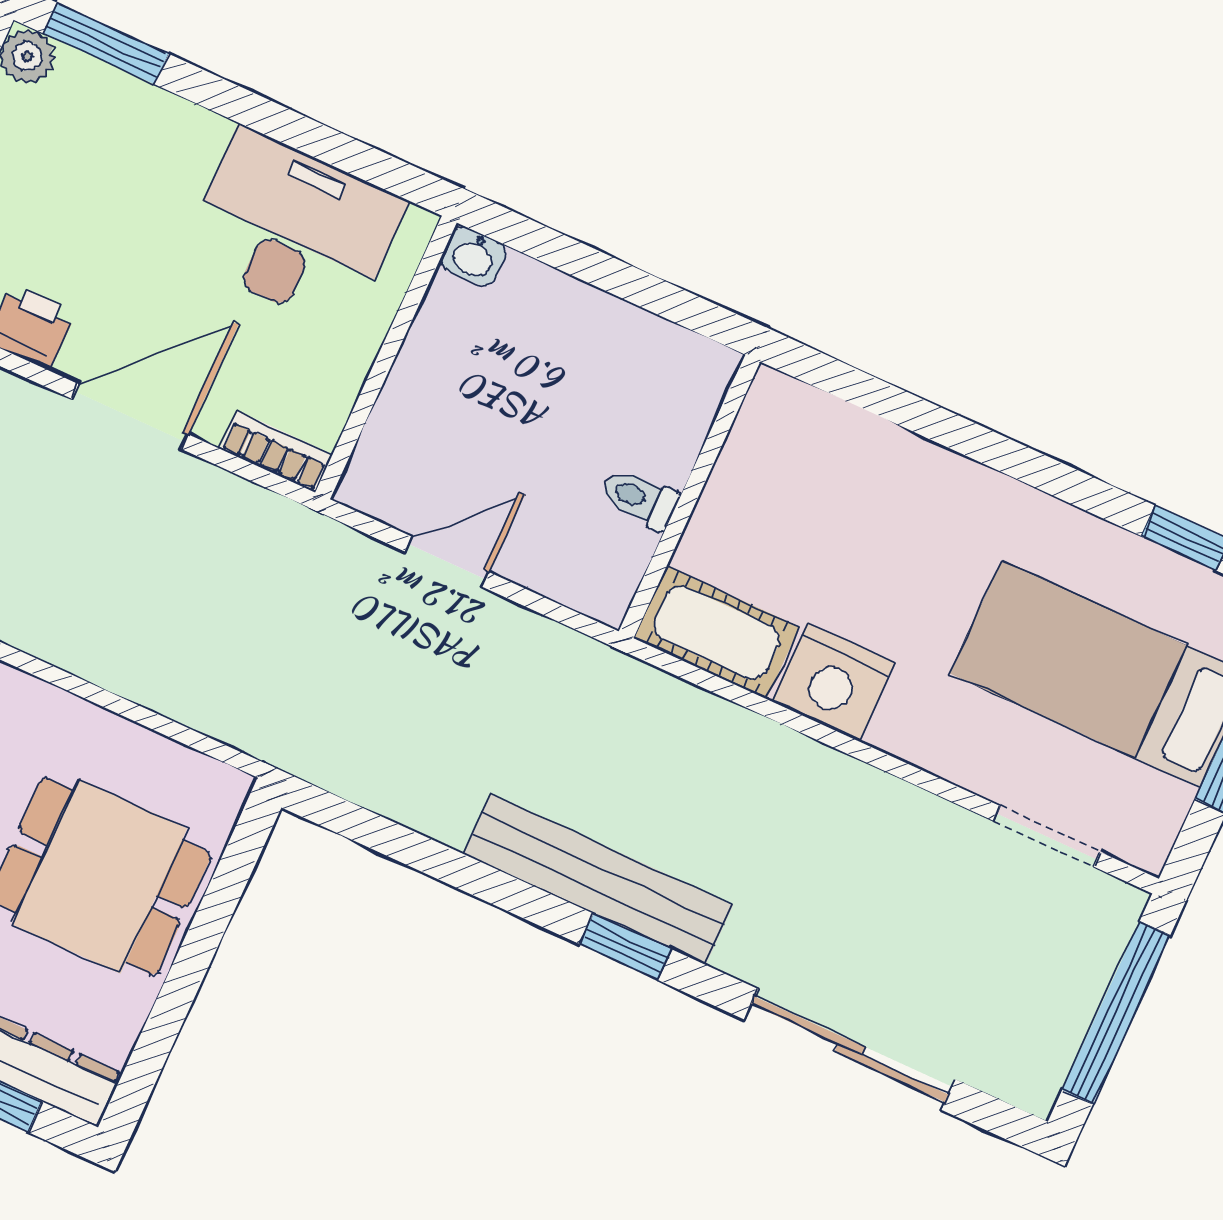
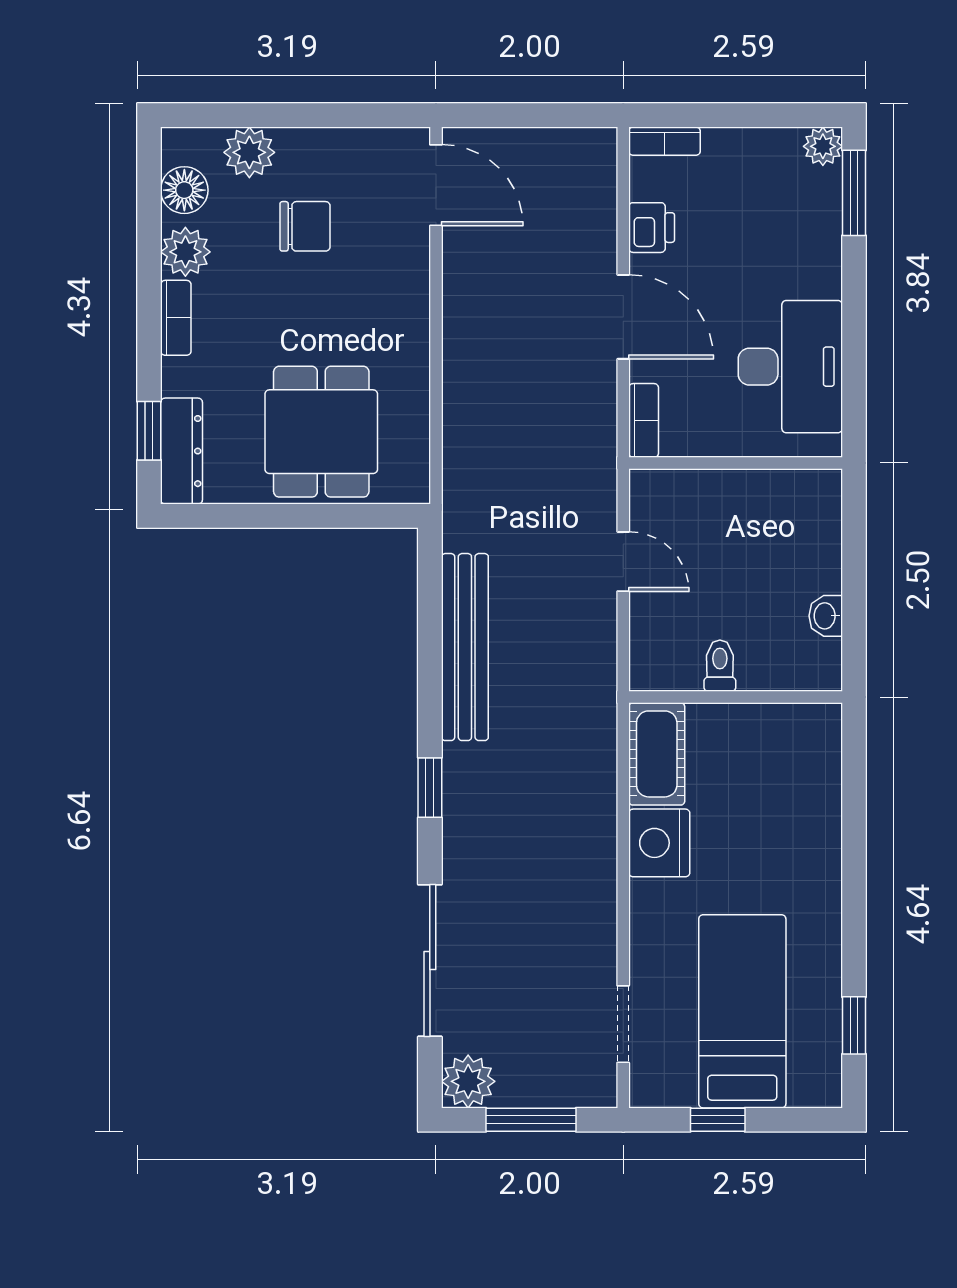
washbasin: (473, 256) -> (826, 616), moved
bench: (598, 879) -> (465, 647), moved
window: (1116, 1013) -> (531, 1120), width x0.69
plant: (1029, 1071) -> (468, 1081), added

